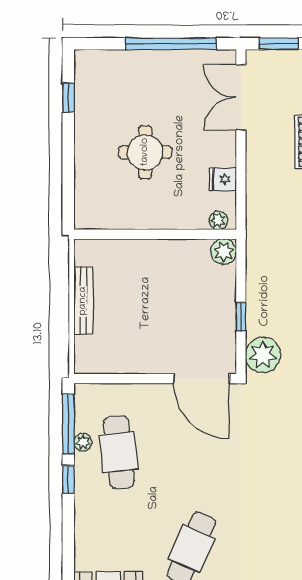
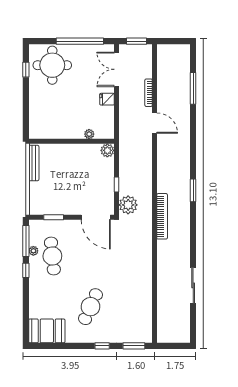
round table: (145, 152) -> (52, 65), moved, width x1.36, depth x1.36
fridge: (223, 179) -> (107, 99), moved
plant: (218, 220) -> (89, 134), moved
bench: (83, 301) -> (34, 163), moved
window: (121, 379) -> (54, 217), added

